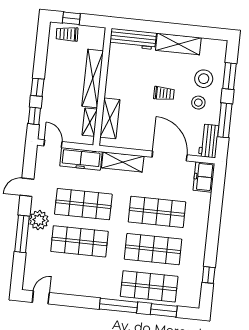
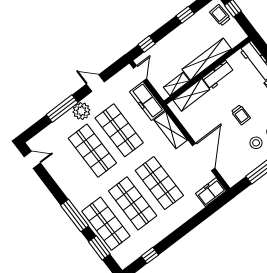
window: (37, 87) -> (185, 15), moved
workbench: (209, 141) -> (218, 75), moved, turned 180

